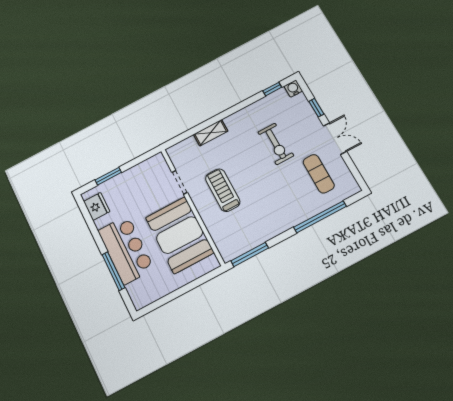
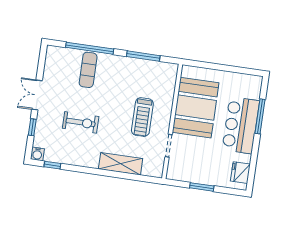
shelving: (211, 133) -> (121, 164), width x1.50, depth x1.33
exercise bike: (276, 144) -> (81, 122), turned 90
exercise mat: (319, 174) -> (88, 70), moved
window: (108, 176) -> (202, 187), moved
window: (250, 254) -> (143, 56), moved

